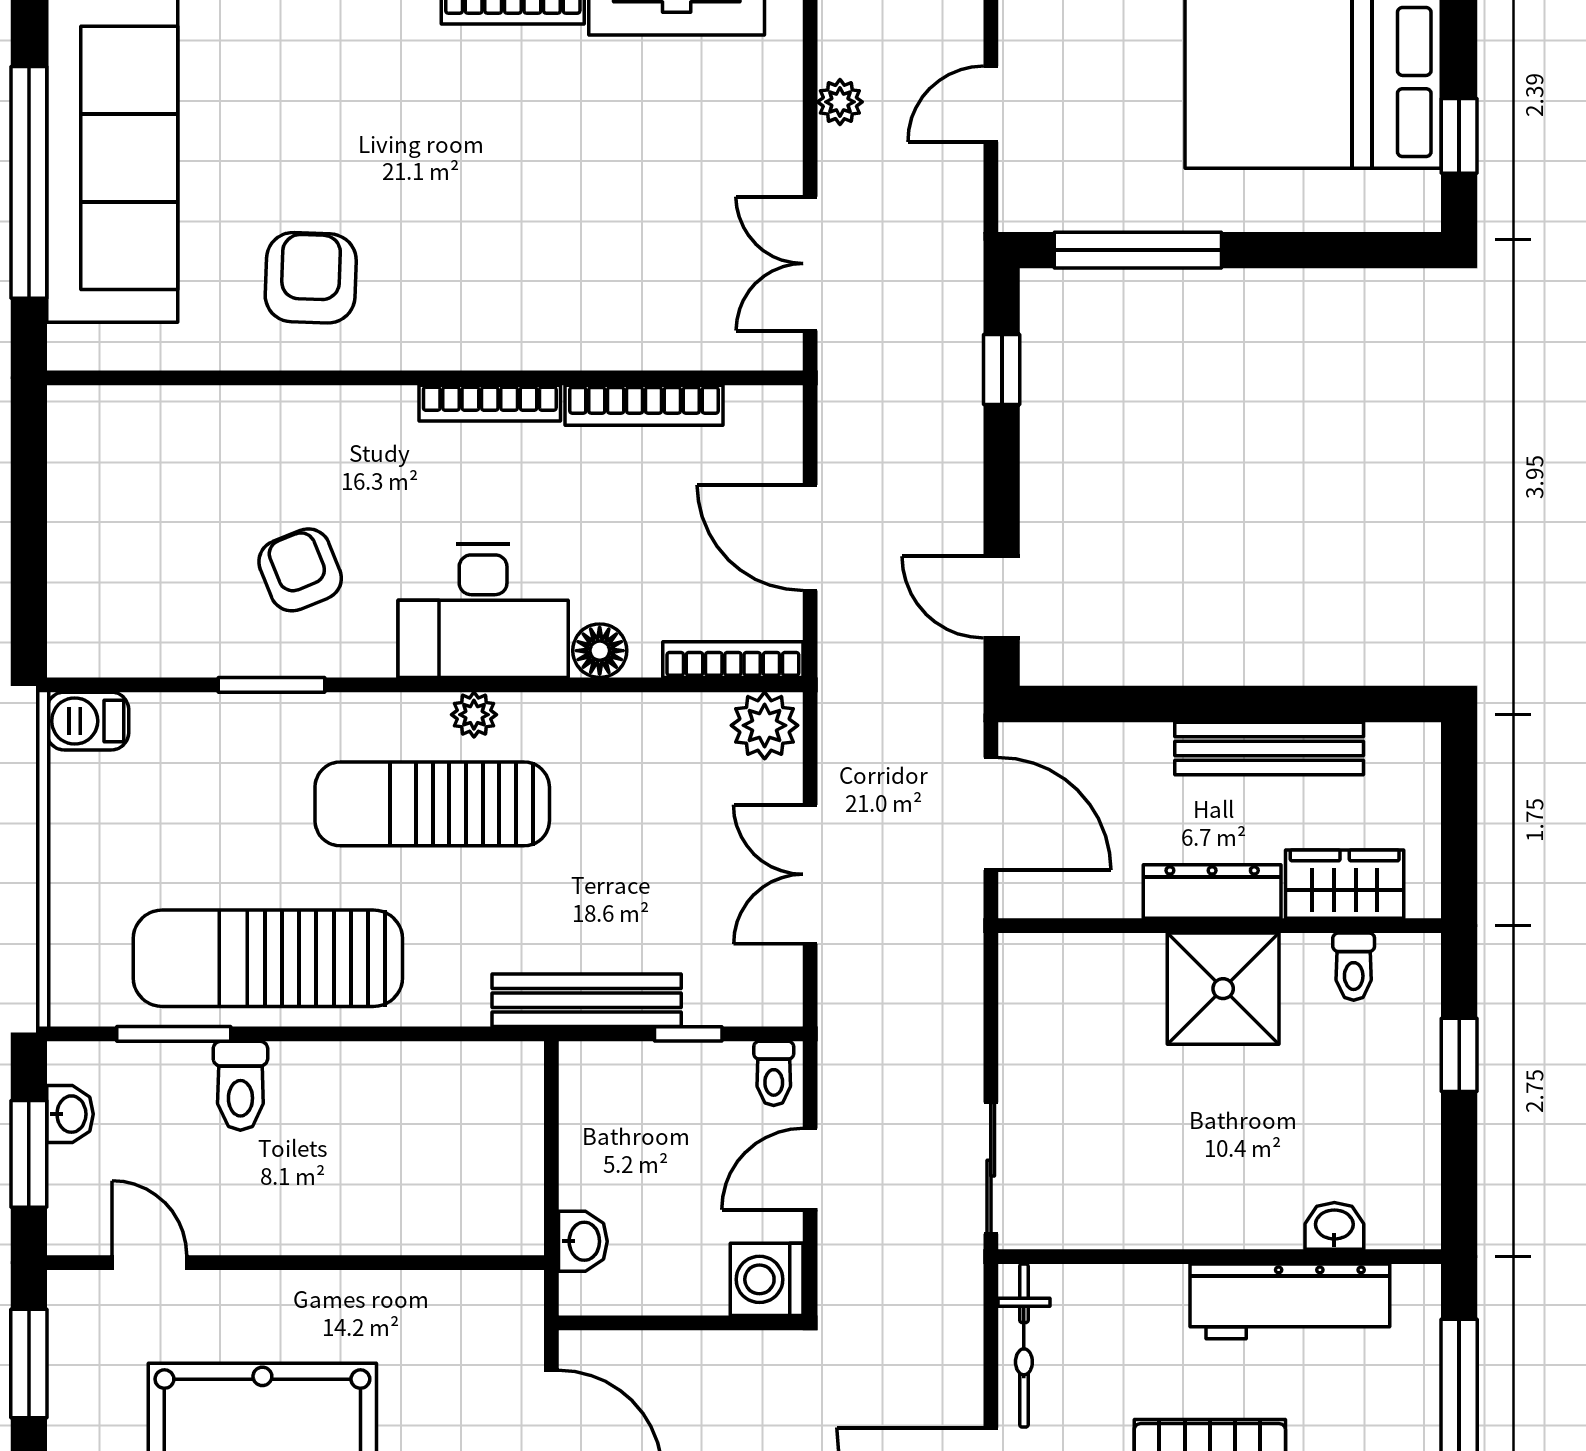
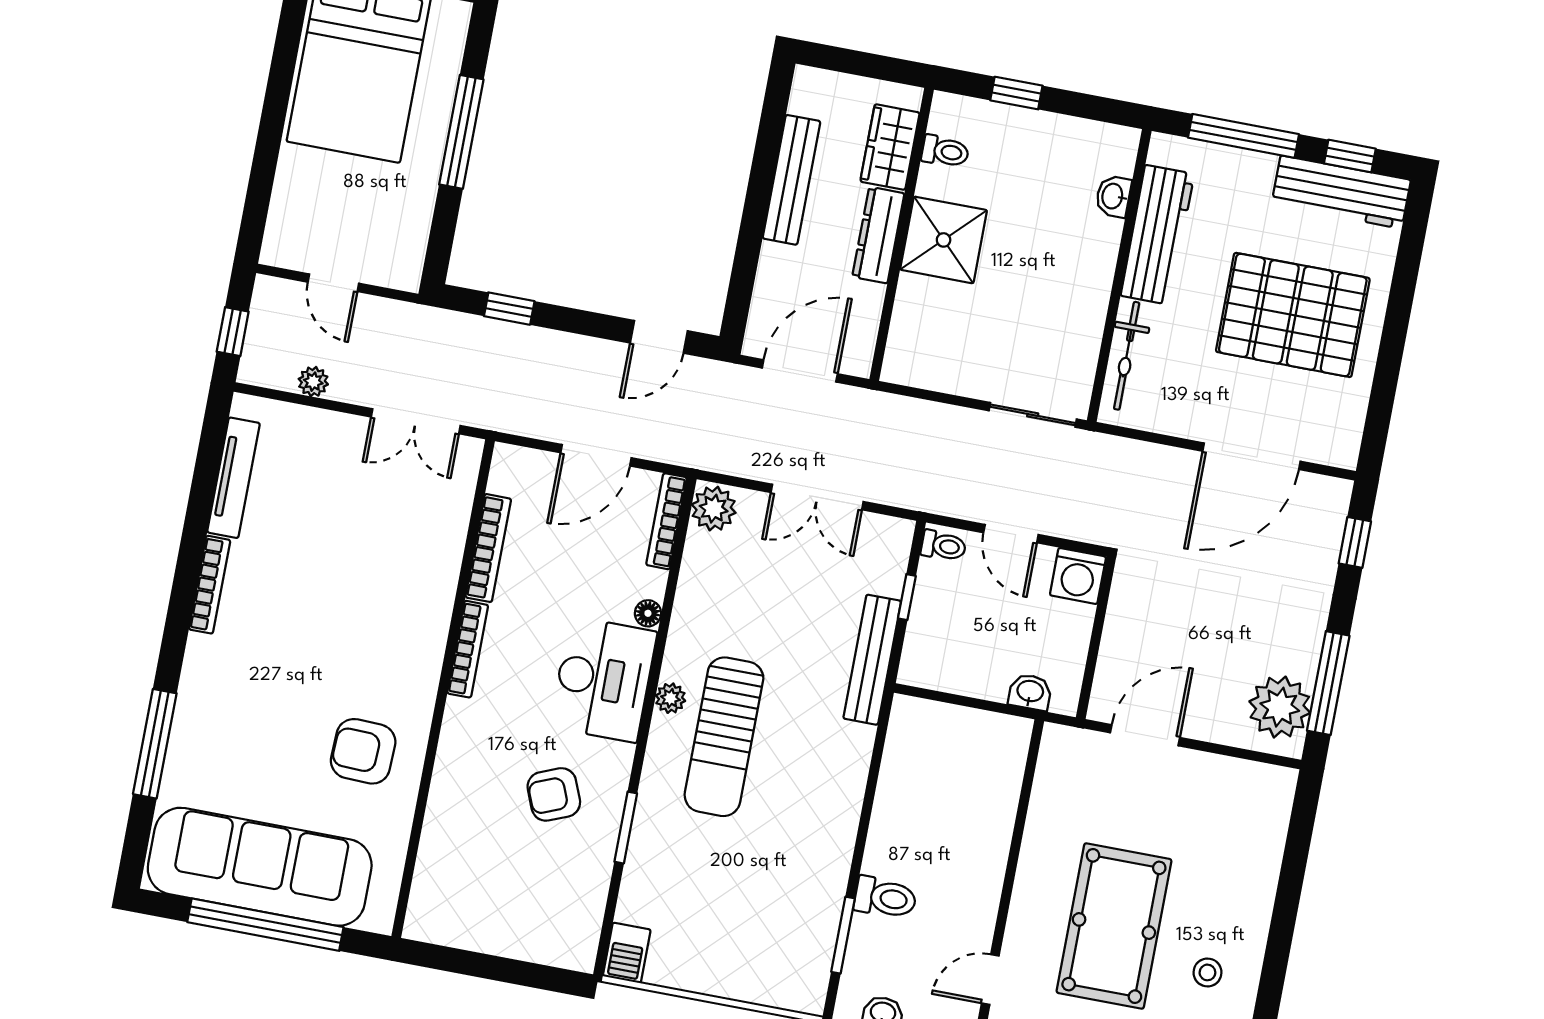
window: (1138, 250) -> (461, 132), moved
floor lamp: (600, 651) -> (648, 613), width x0.73, depth x0.73
sun lounger: (268, 958) -> (805, 864), removed
bicycle: (1024, 1346) -> (1127, 356), moved, turned 90

